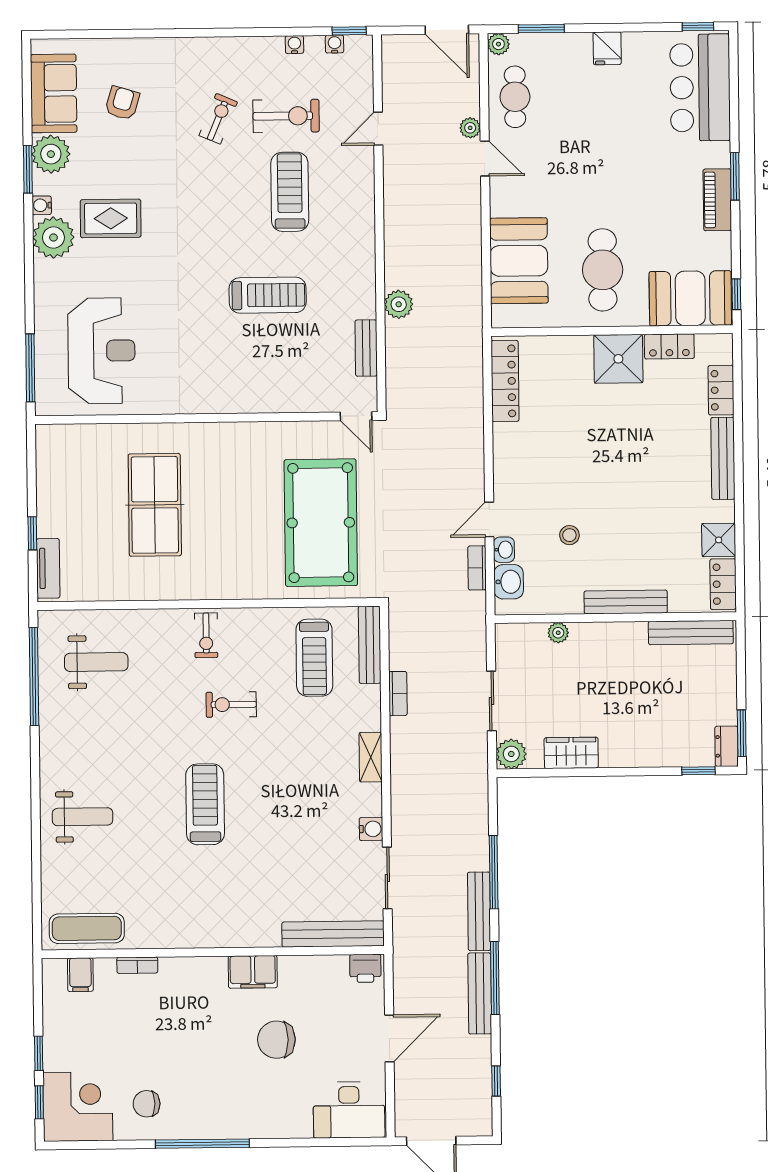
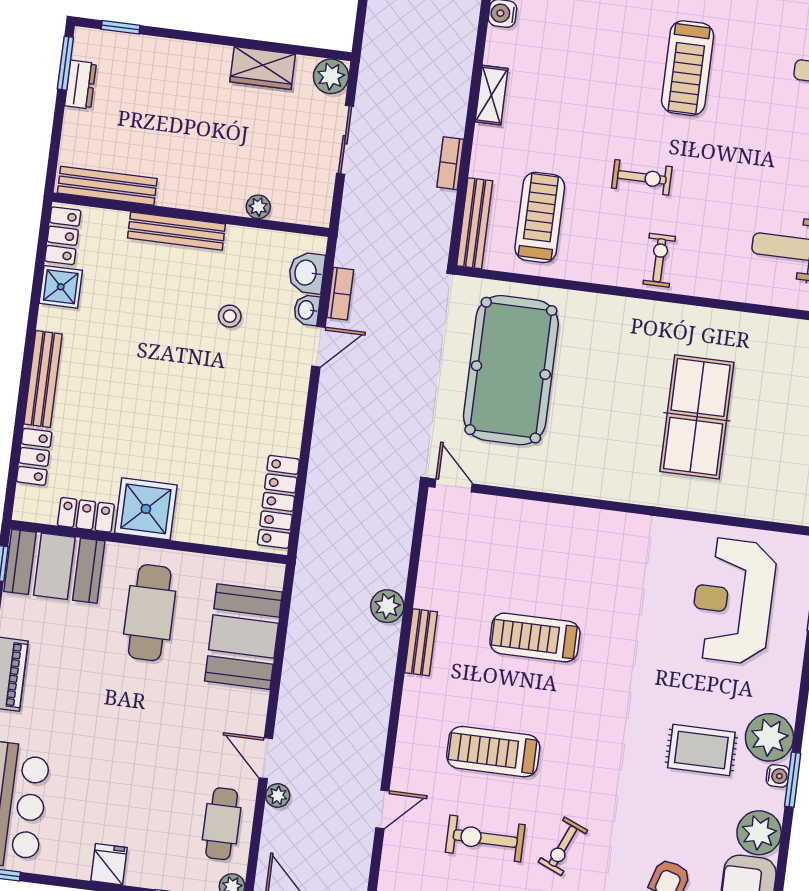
window: (28, 169) -> (793, 780), moved
treadmill: (290, 192) -> (493, 752), turned 90
bench: (366, 348) -> (421, 642), moved
dresser: (727, 746) -> (80, 85), moved

